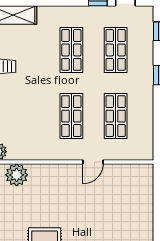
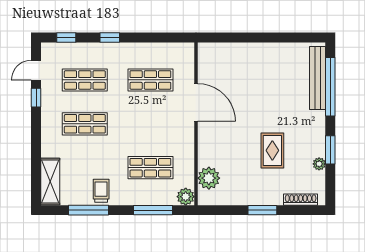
shop shelf: (71, 116) -> (150, 168), moved
door: (93, 162) -> (196, 102), width x1.87

